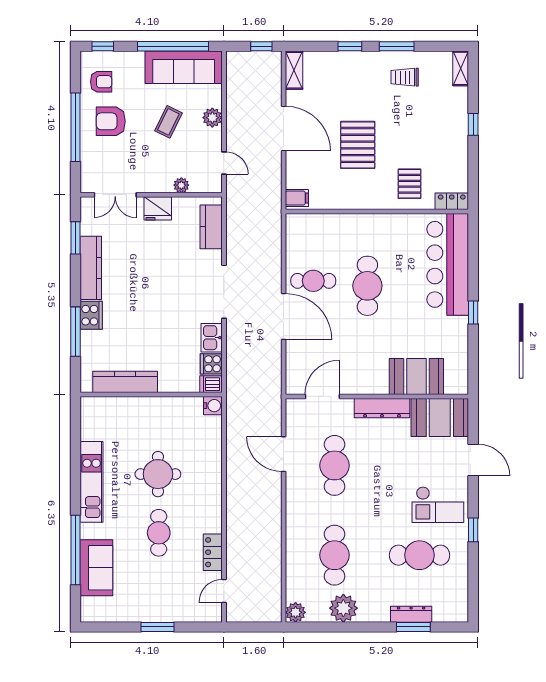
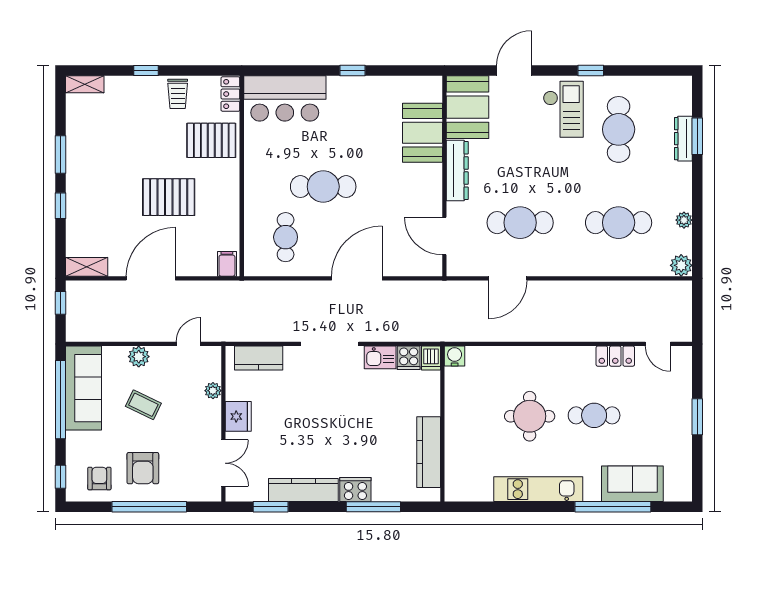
trolley: (405, 77) -> (178, 94), moved
pallet: (410, 184) -> (211, 140), width x1.50, depth x1.42
bar counter: (448, 264) -> (285, 98), width x0.73
cafe table: (313, 281) -> (286, 237), moved
plant: (343, 608) -> (684, 220), width x0.53, depth x0.53

